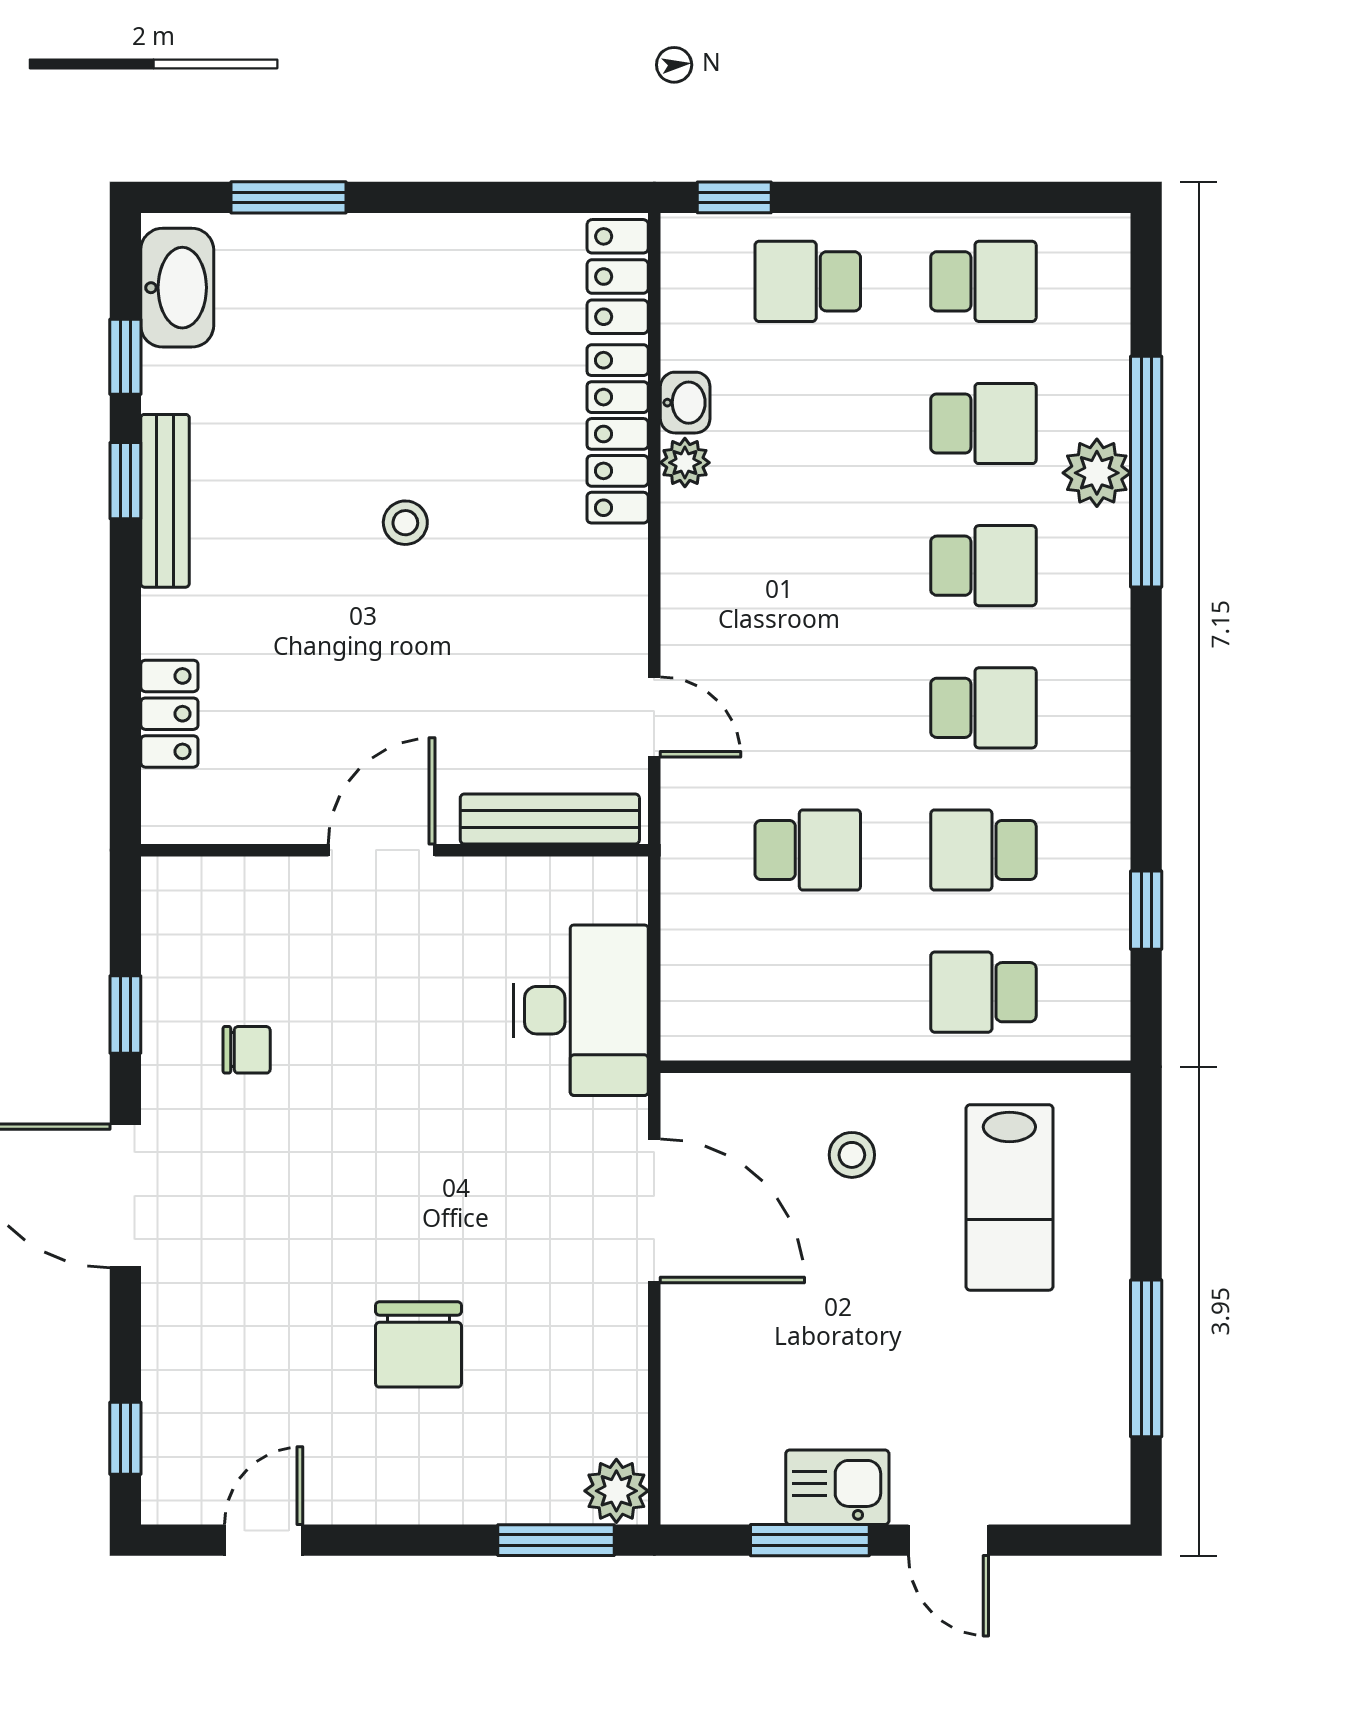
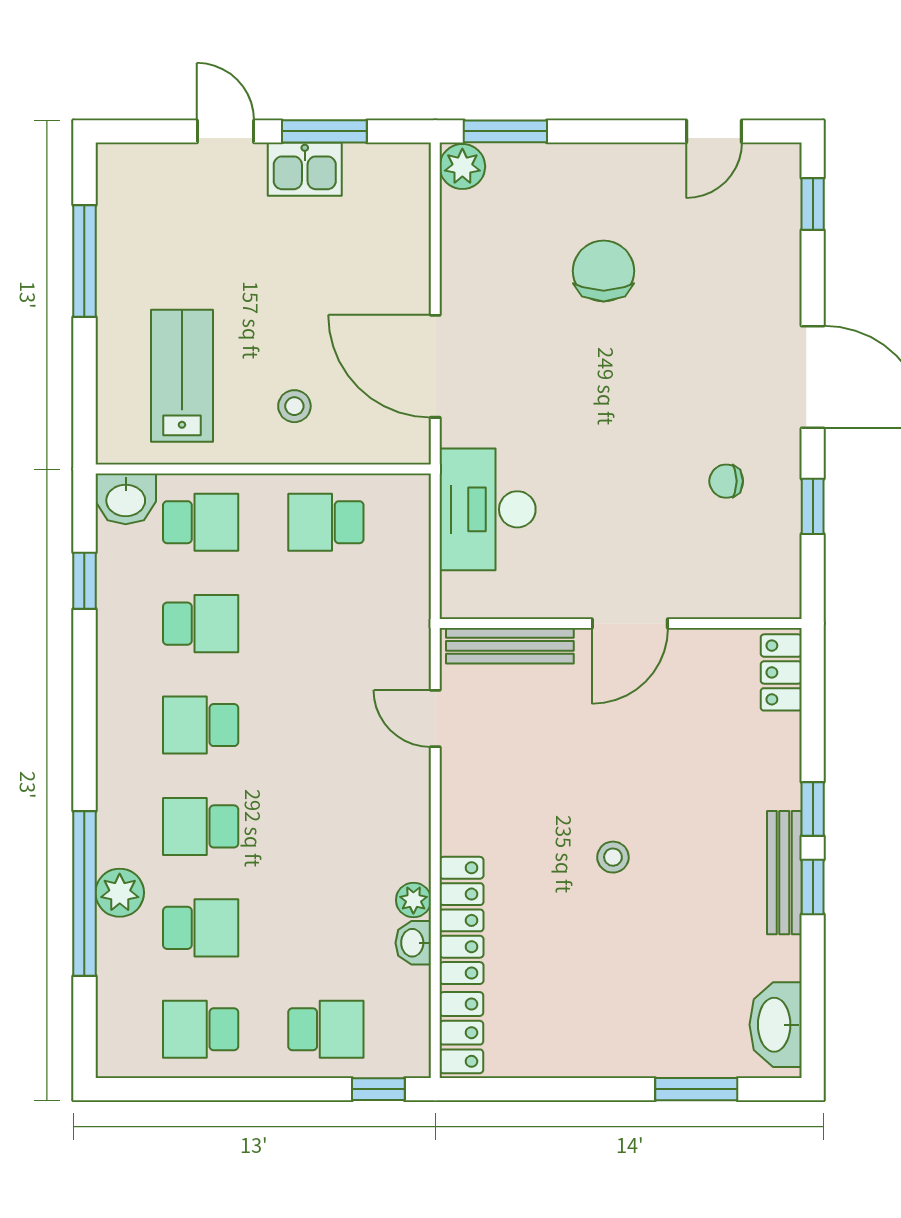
window: (125, 357) -> (813, 809), moved
school desk: (983, 424) -> (201, 928), turned 180
locker: (169, 714) -> (781, 672), moved
school desk: (808, 850) -> (326, 522), moved
washbasin: (1088, 1025) -> (126, 499), added

